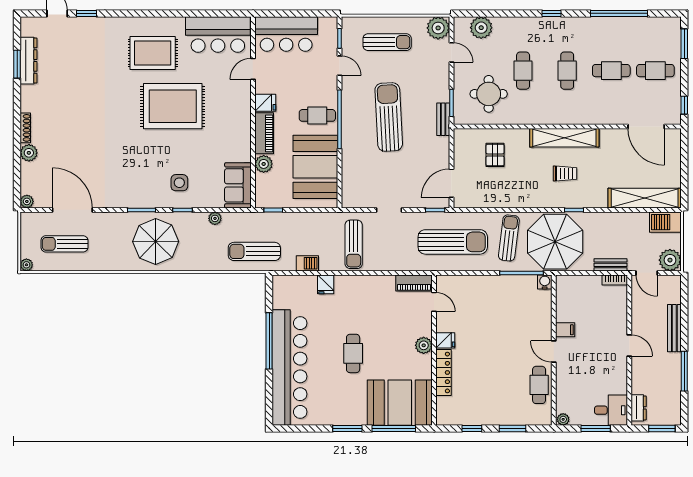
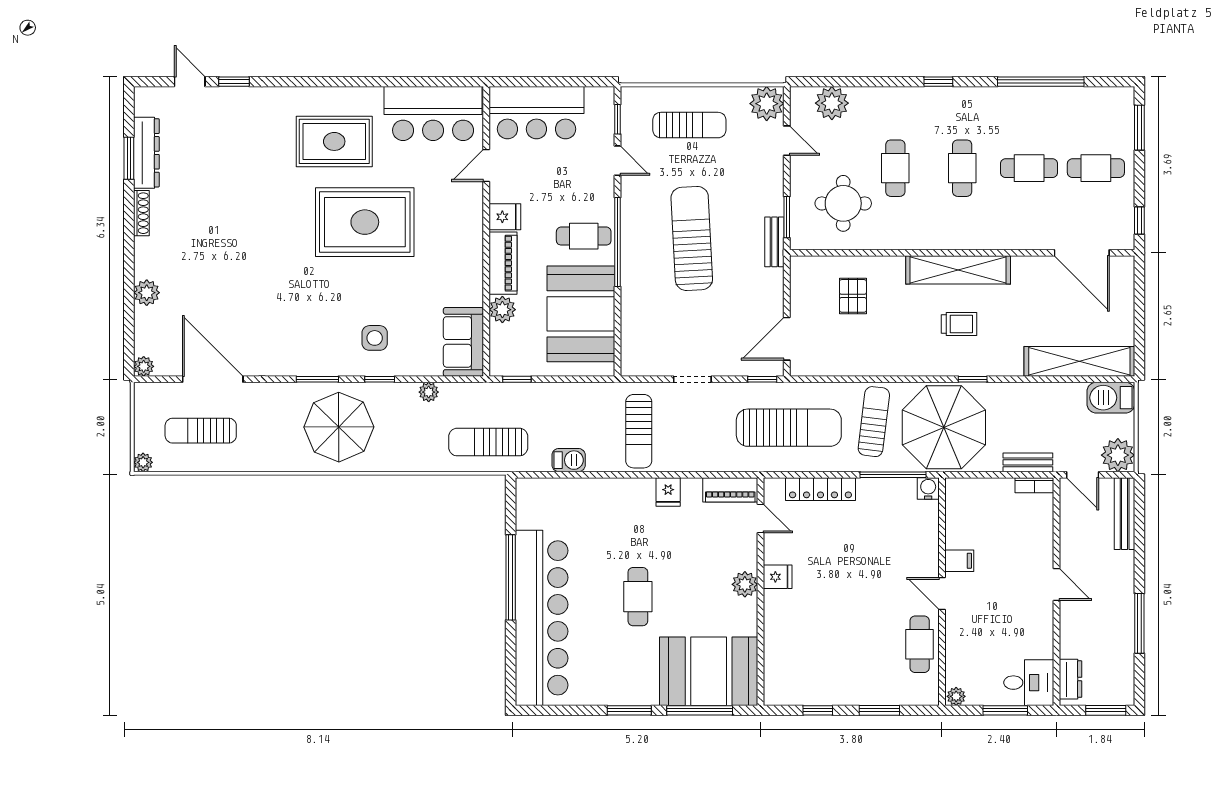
shoe rack: (25, 128) -> (141, 213), moved
fridge: (326, 284) -> (668, 492), moved
bench: (674, 328) -> (1125, 514), moved
locker: (444, 372) -> (820, 489), moved, turned 90

